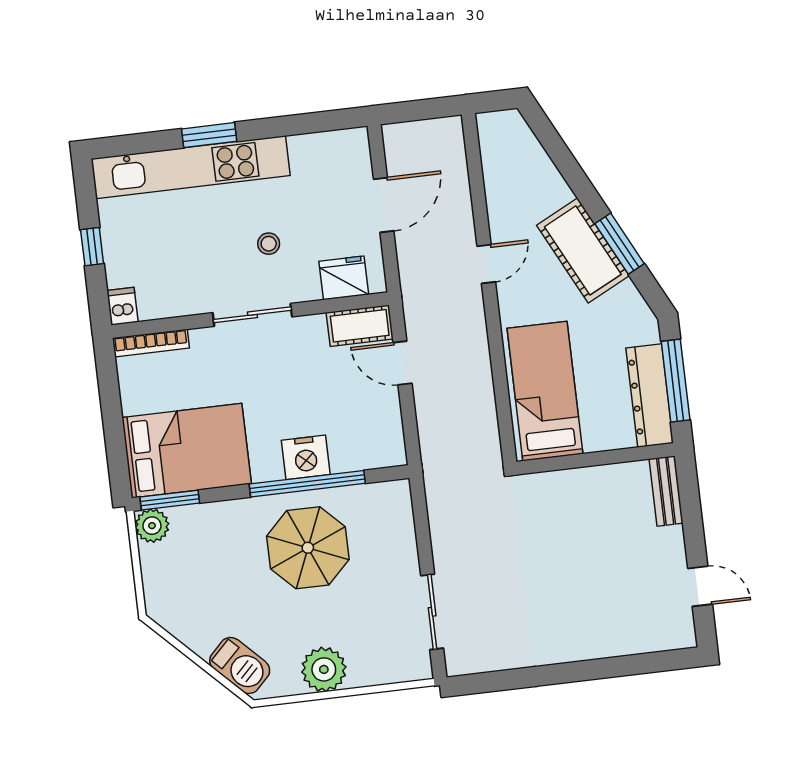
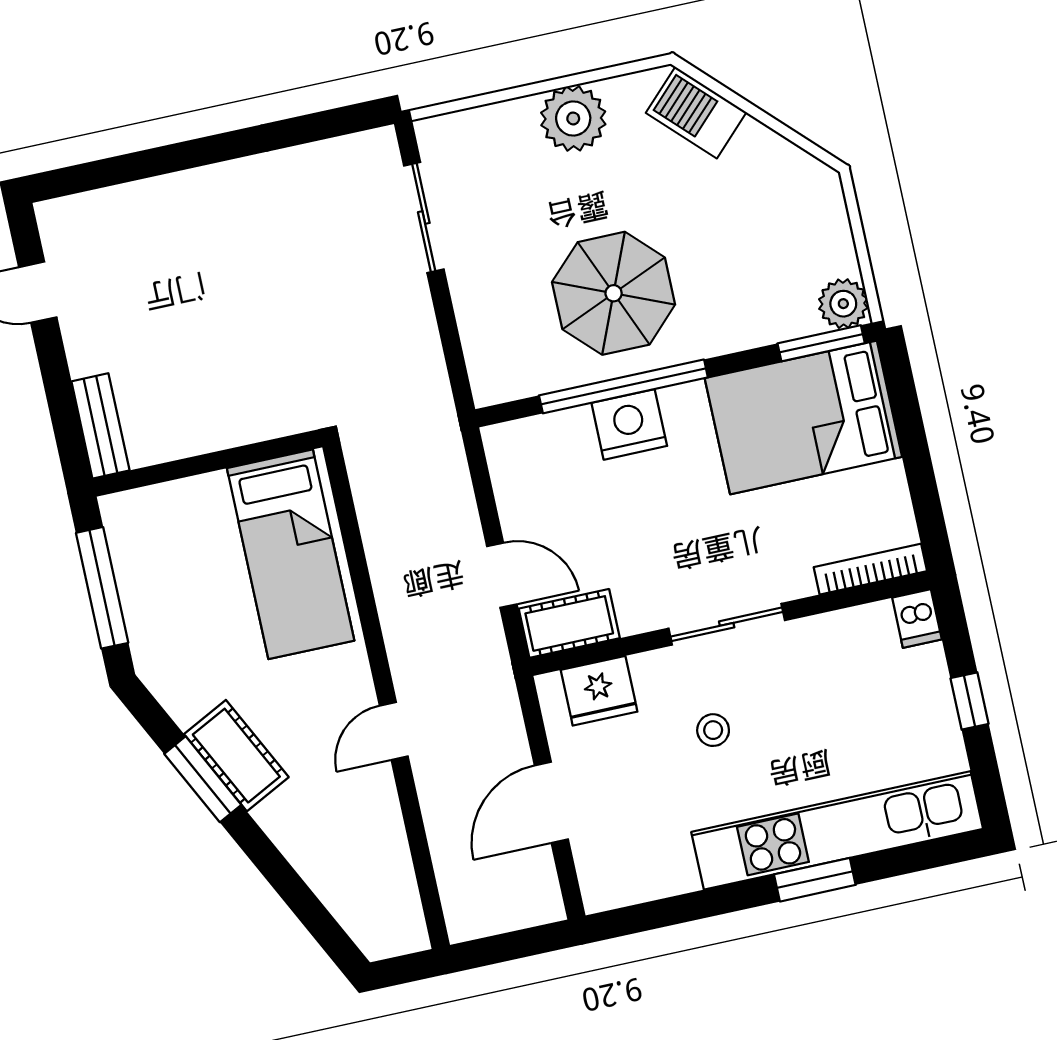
cot: (583, 251) -> (236, 756), width x0.73, depth x0.75
dresser: (650, 395) -> (138, 563), removed

